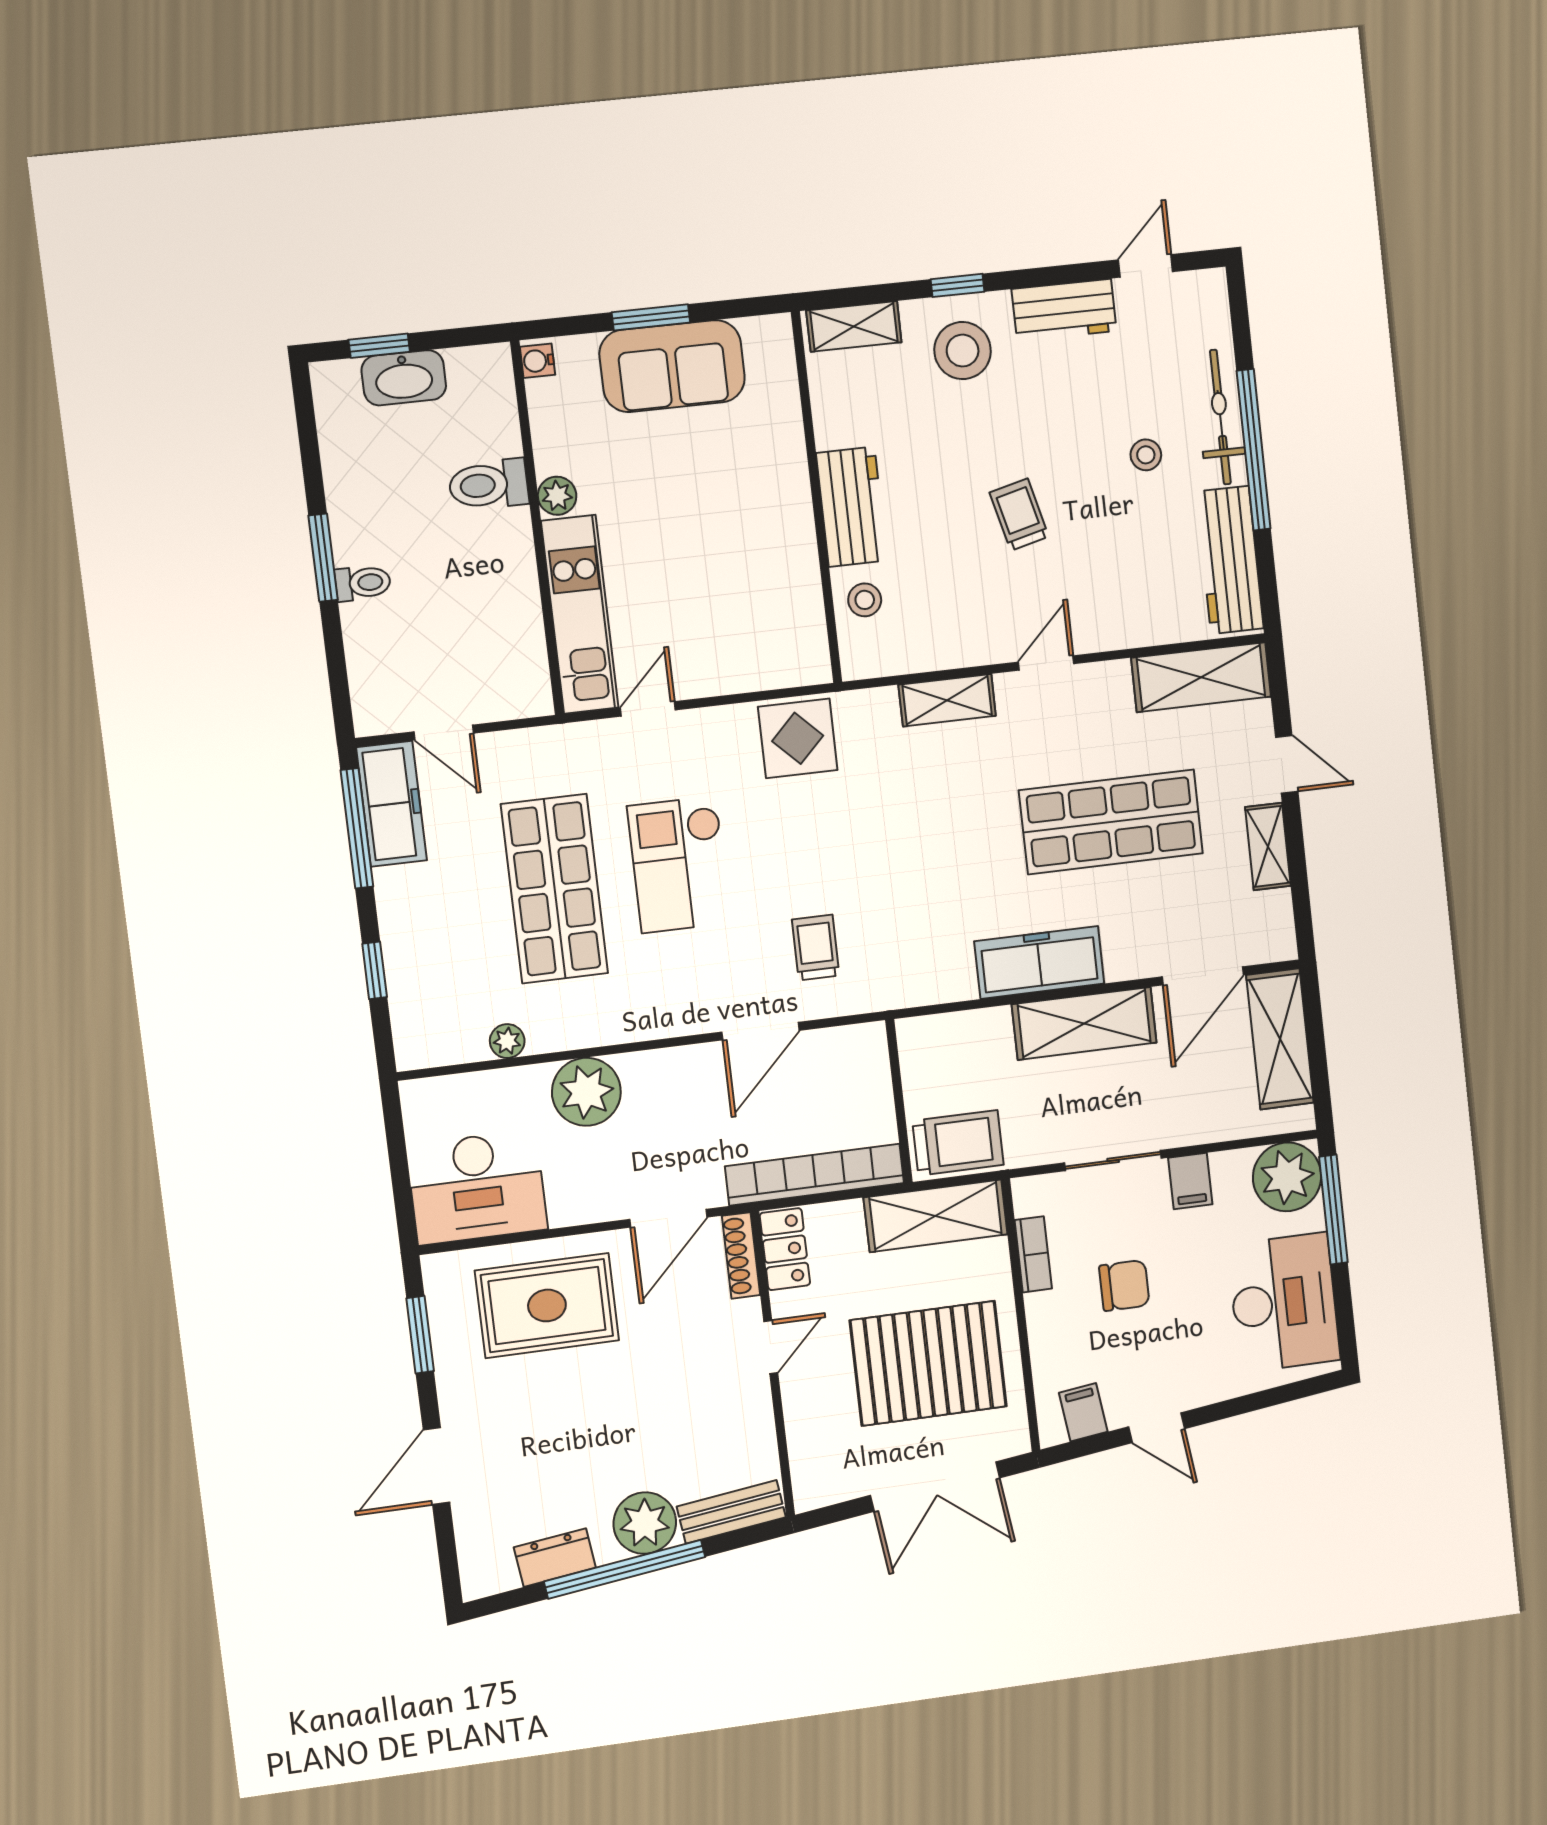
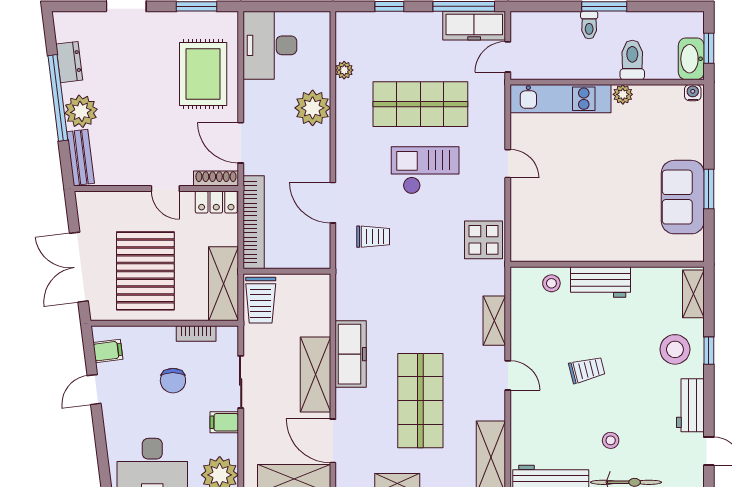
water cooler: (538, 361) -> (693, 93), moved
toilet: (489, 485) -> (632, 60), moved
plant: (557, 496) -> (623, 94), moved
wall: (537, 528) -> (607, 82), moved
kitchen unit: (580, 614) -> (561, 99), moved

